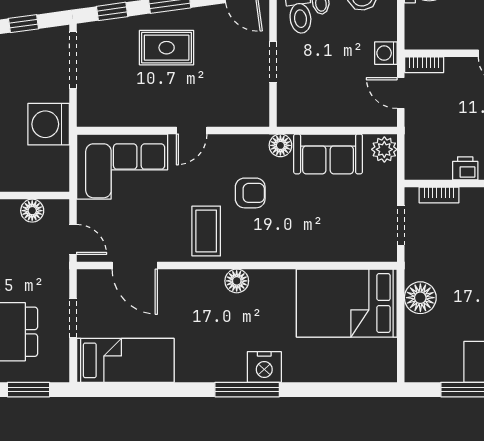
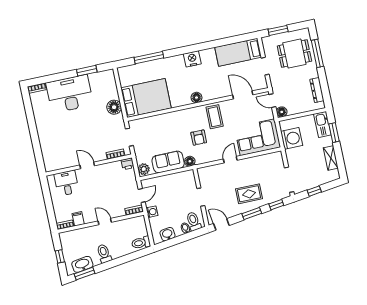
door: (401, 93) -> (142, 195), hinge flipped
washing machine: (49, 124) -> (292, 138), moved
printer: (465, 168) -> (128, 164), moved
armchair: (250, 193) -> (199, 138), turned -90
floor lamp: (32, 211) -> (282, 112), moved
nightstand: (264, 367) -> (192, 59), moved
window: (247, 390) -> (149, 58), moved

